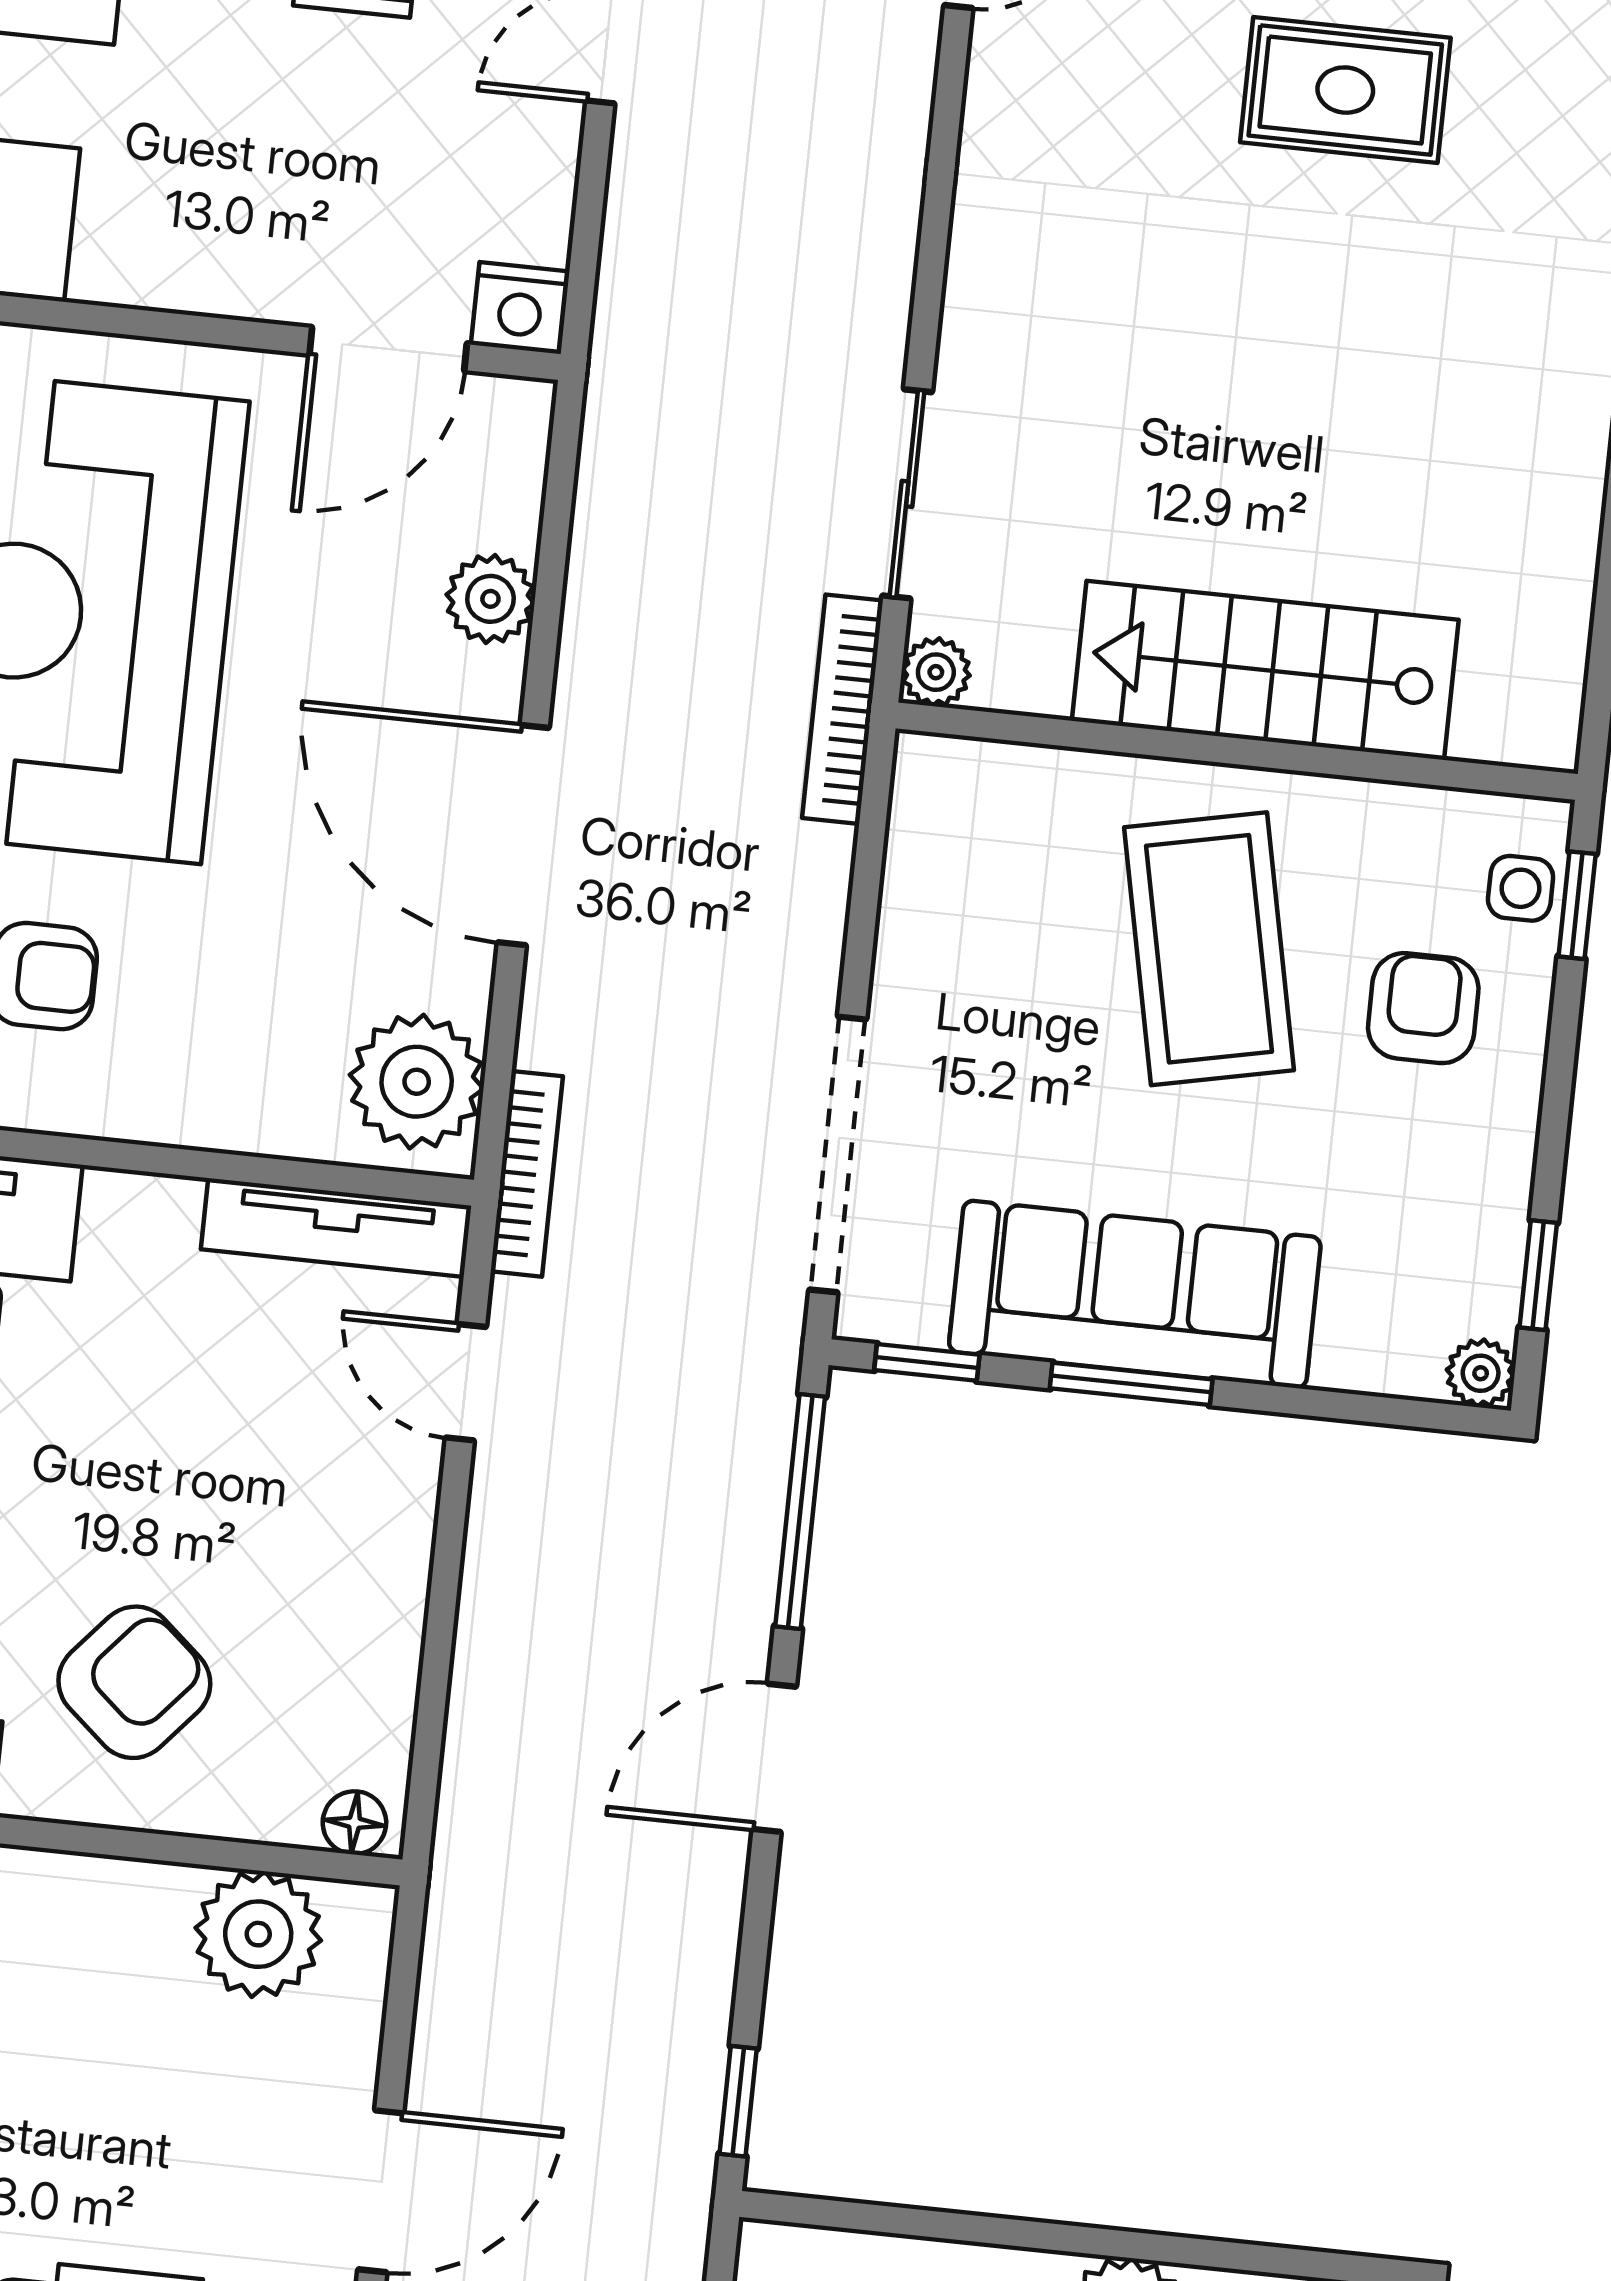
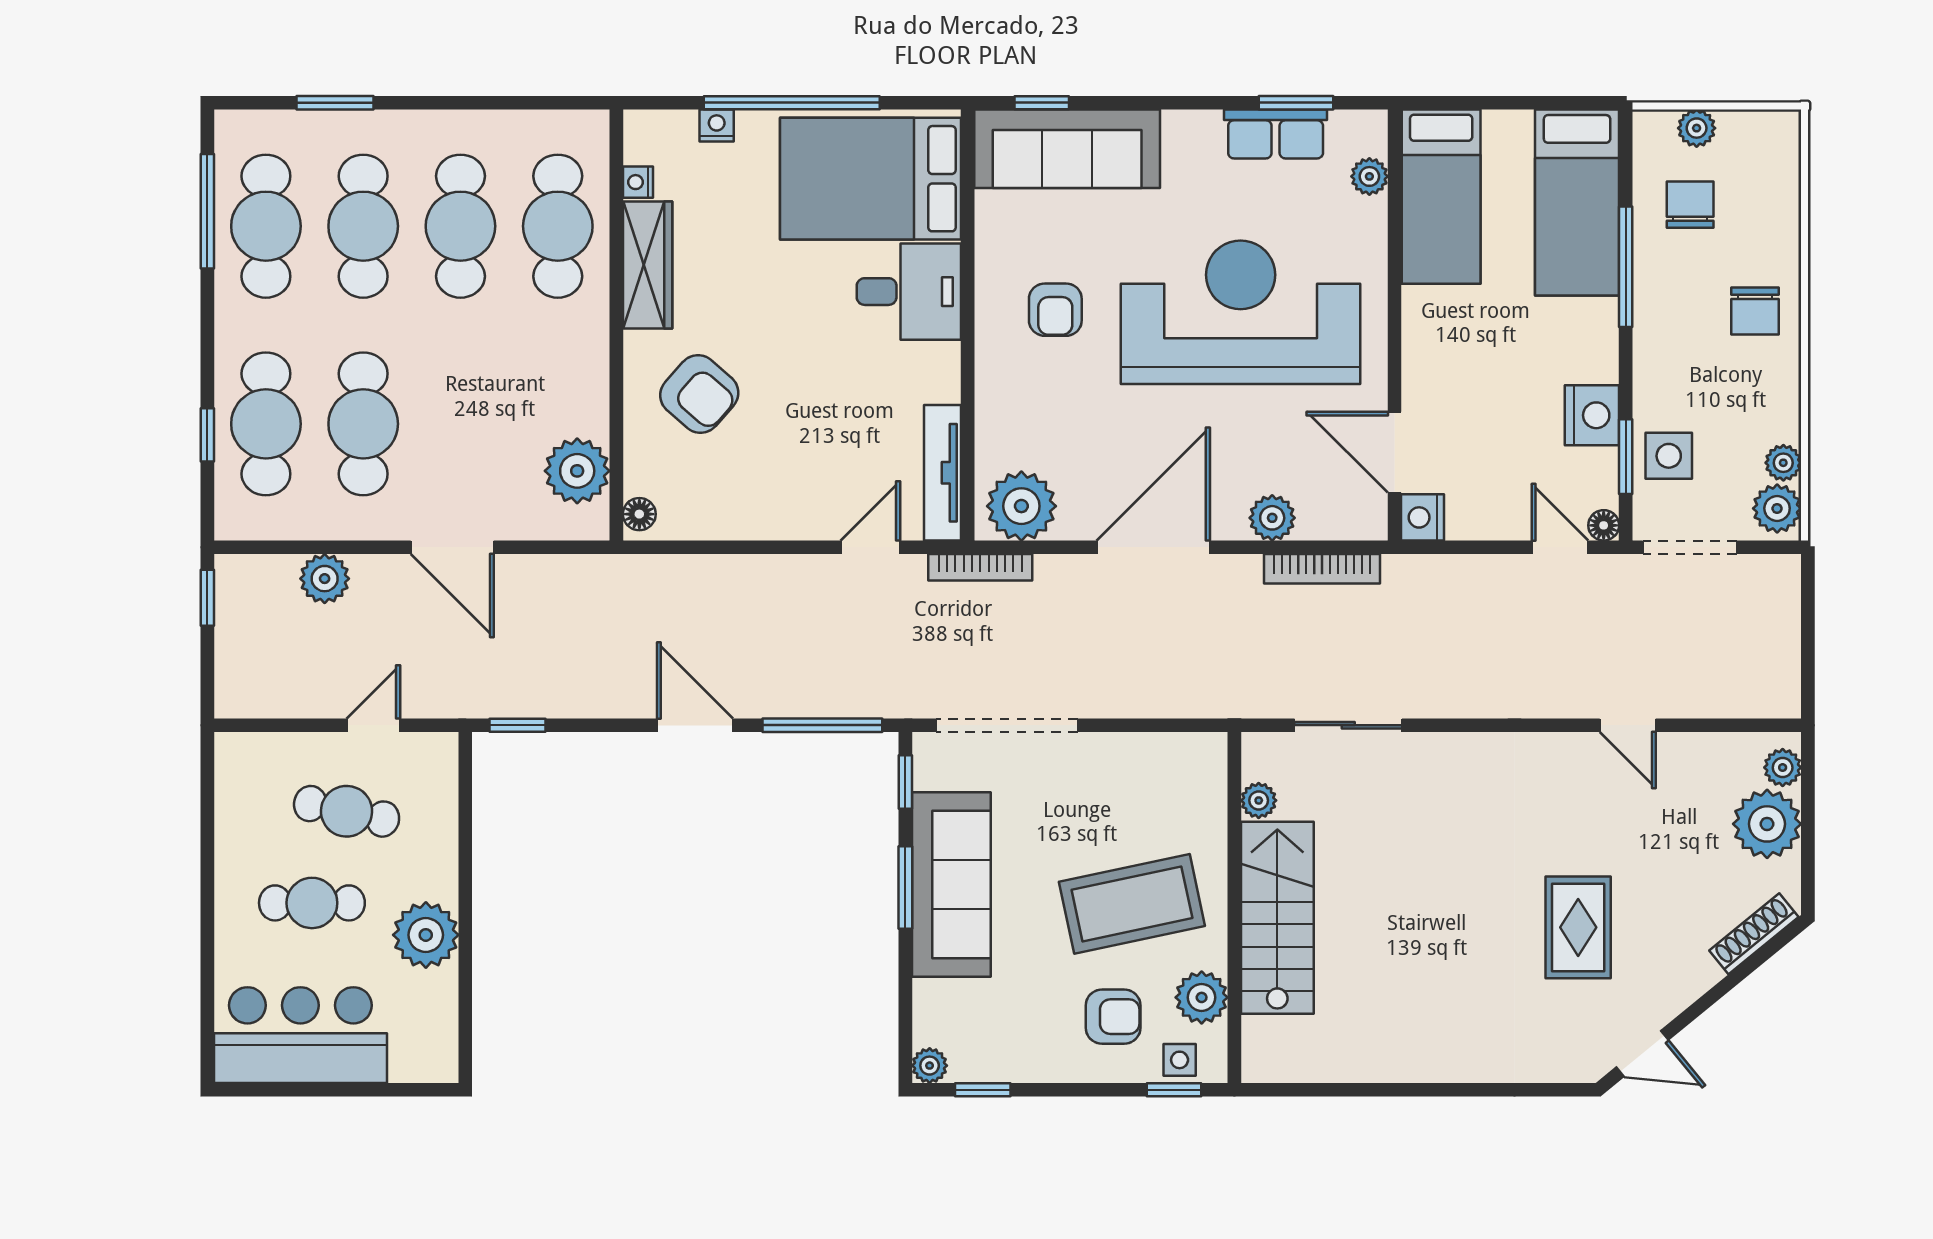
plant: (936, 672) -> (1259, 800), moved
bookcase: (842, 709) -> (1322, 569), moved, turned 180
plant: (1404, 833) -> (1202, 997), added

